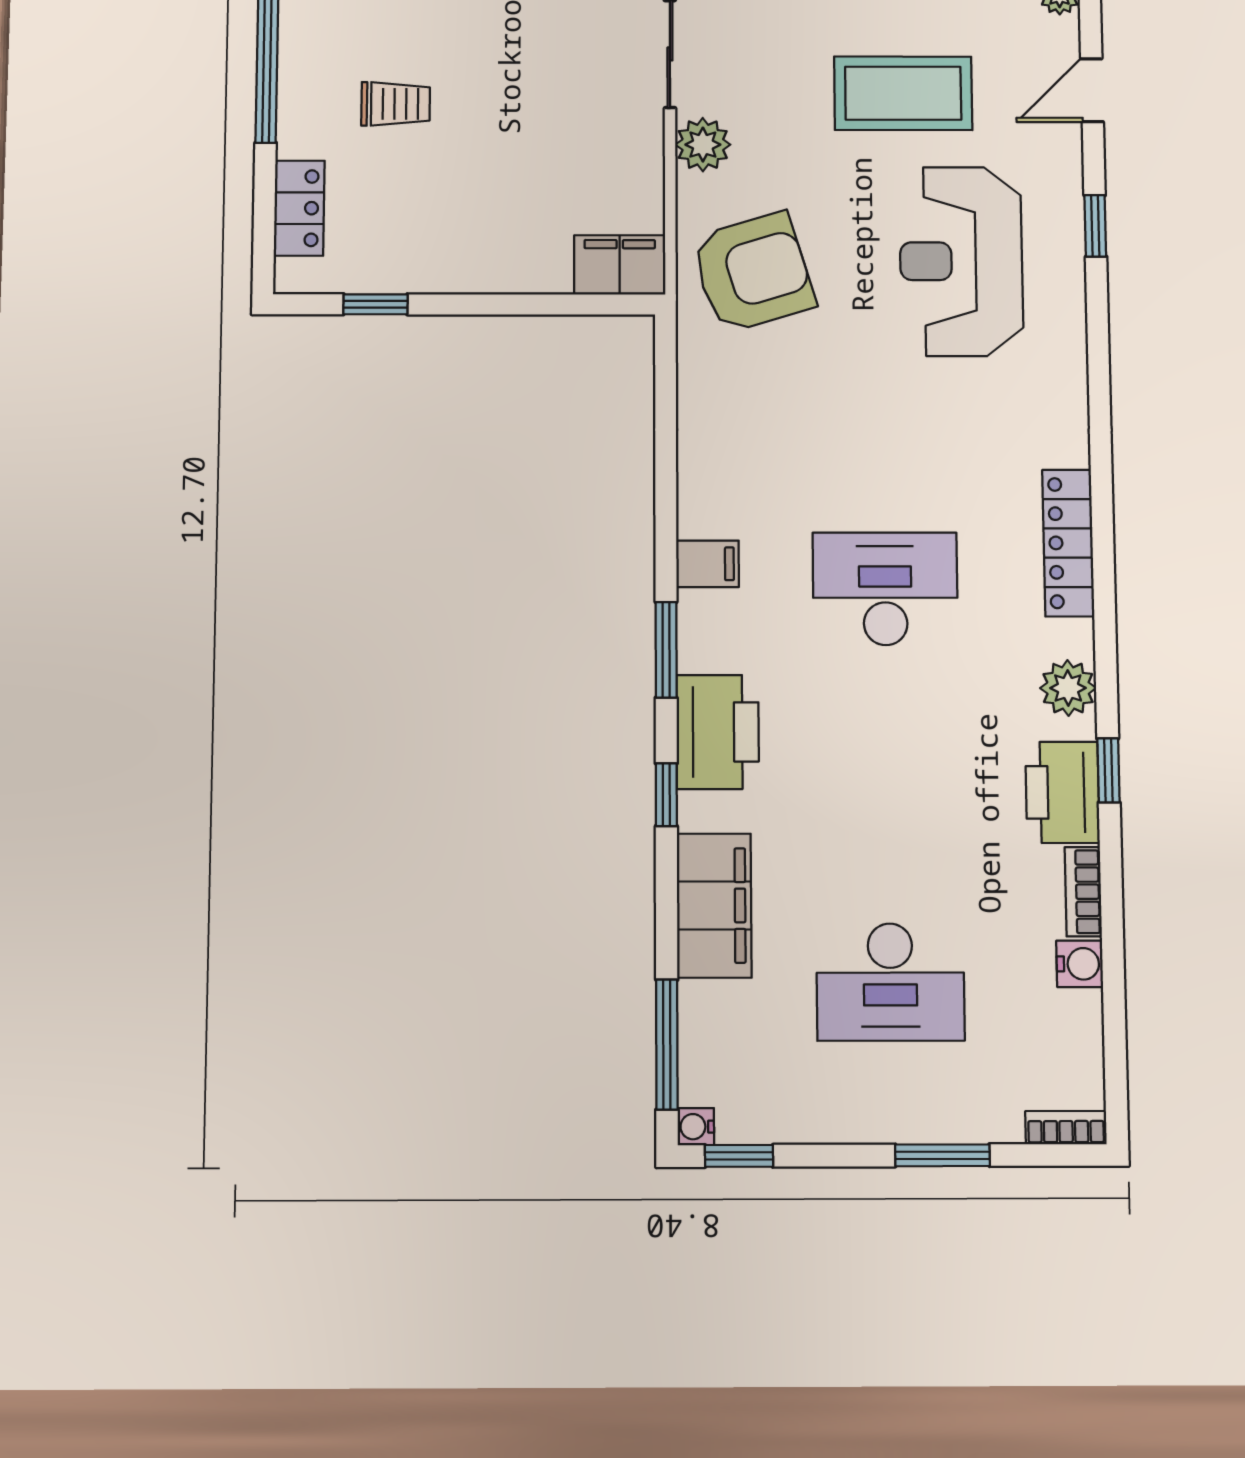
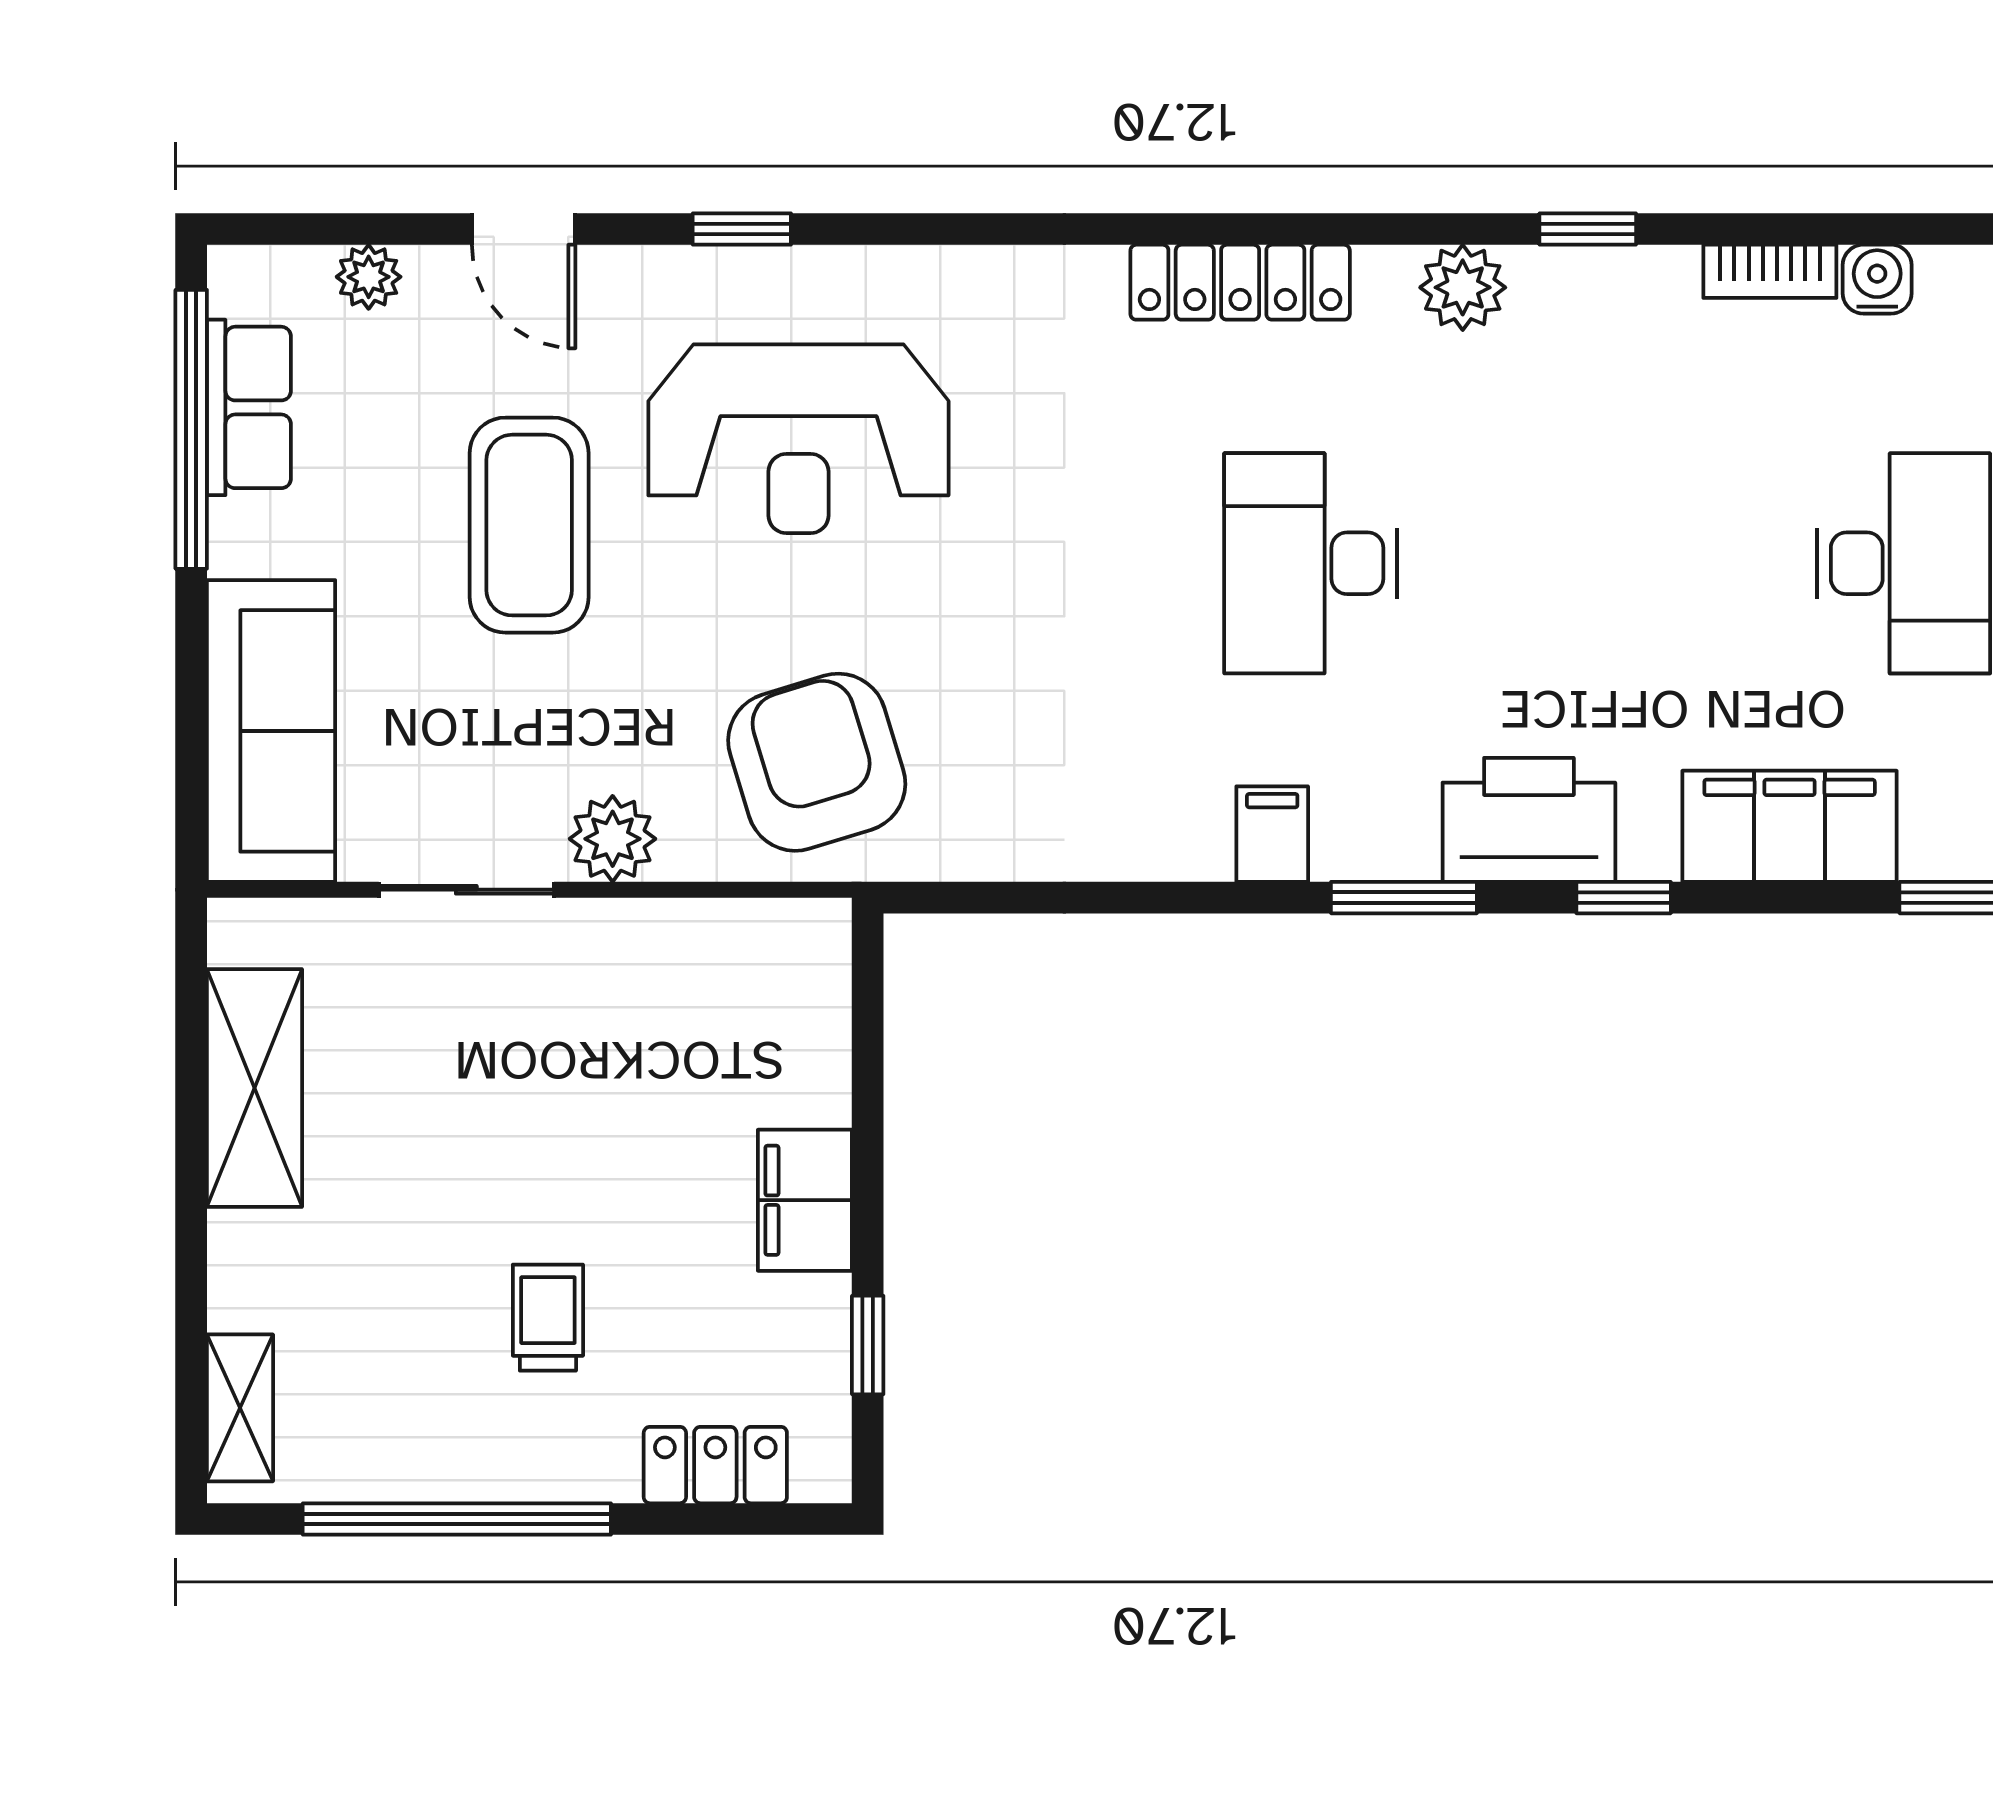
filing cabinet: (620, 265) -> (805, 1200), moved
printer: (1062, 792) -> (1621, 299), removed

